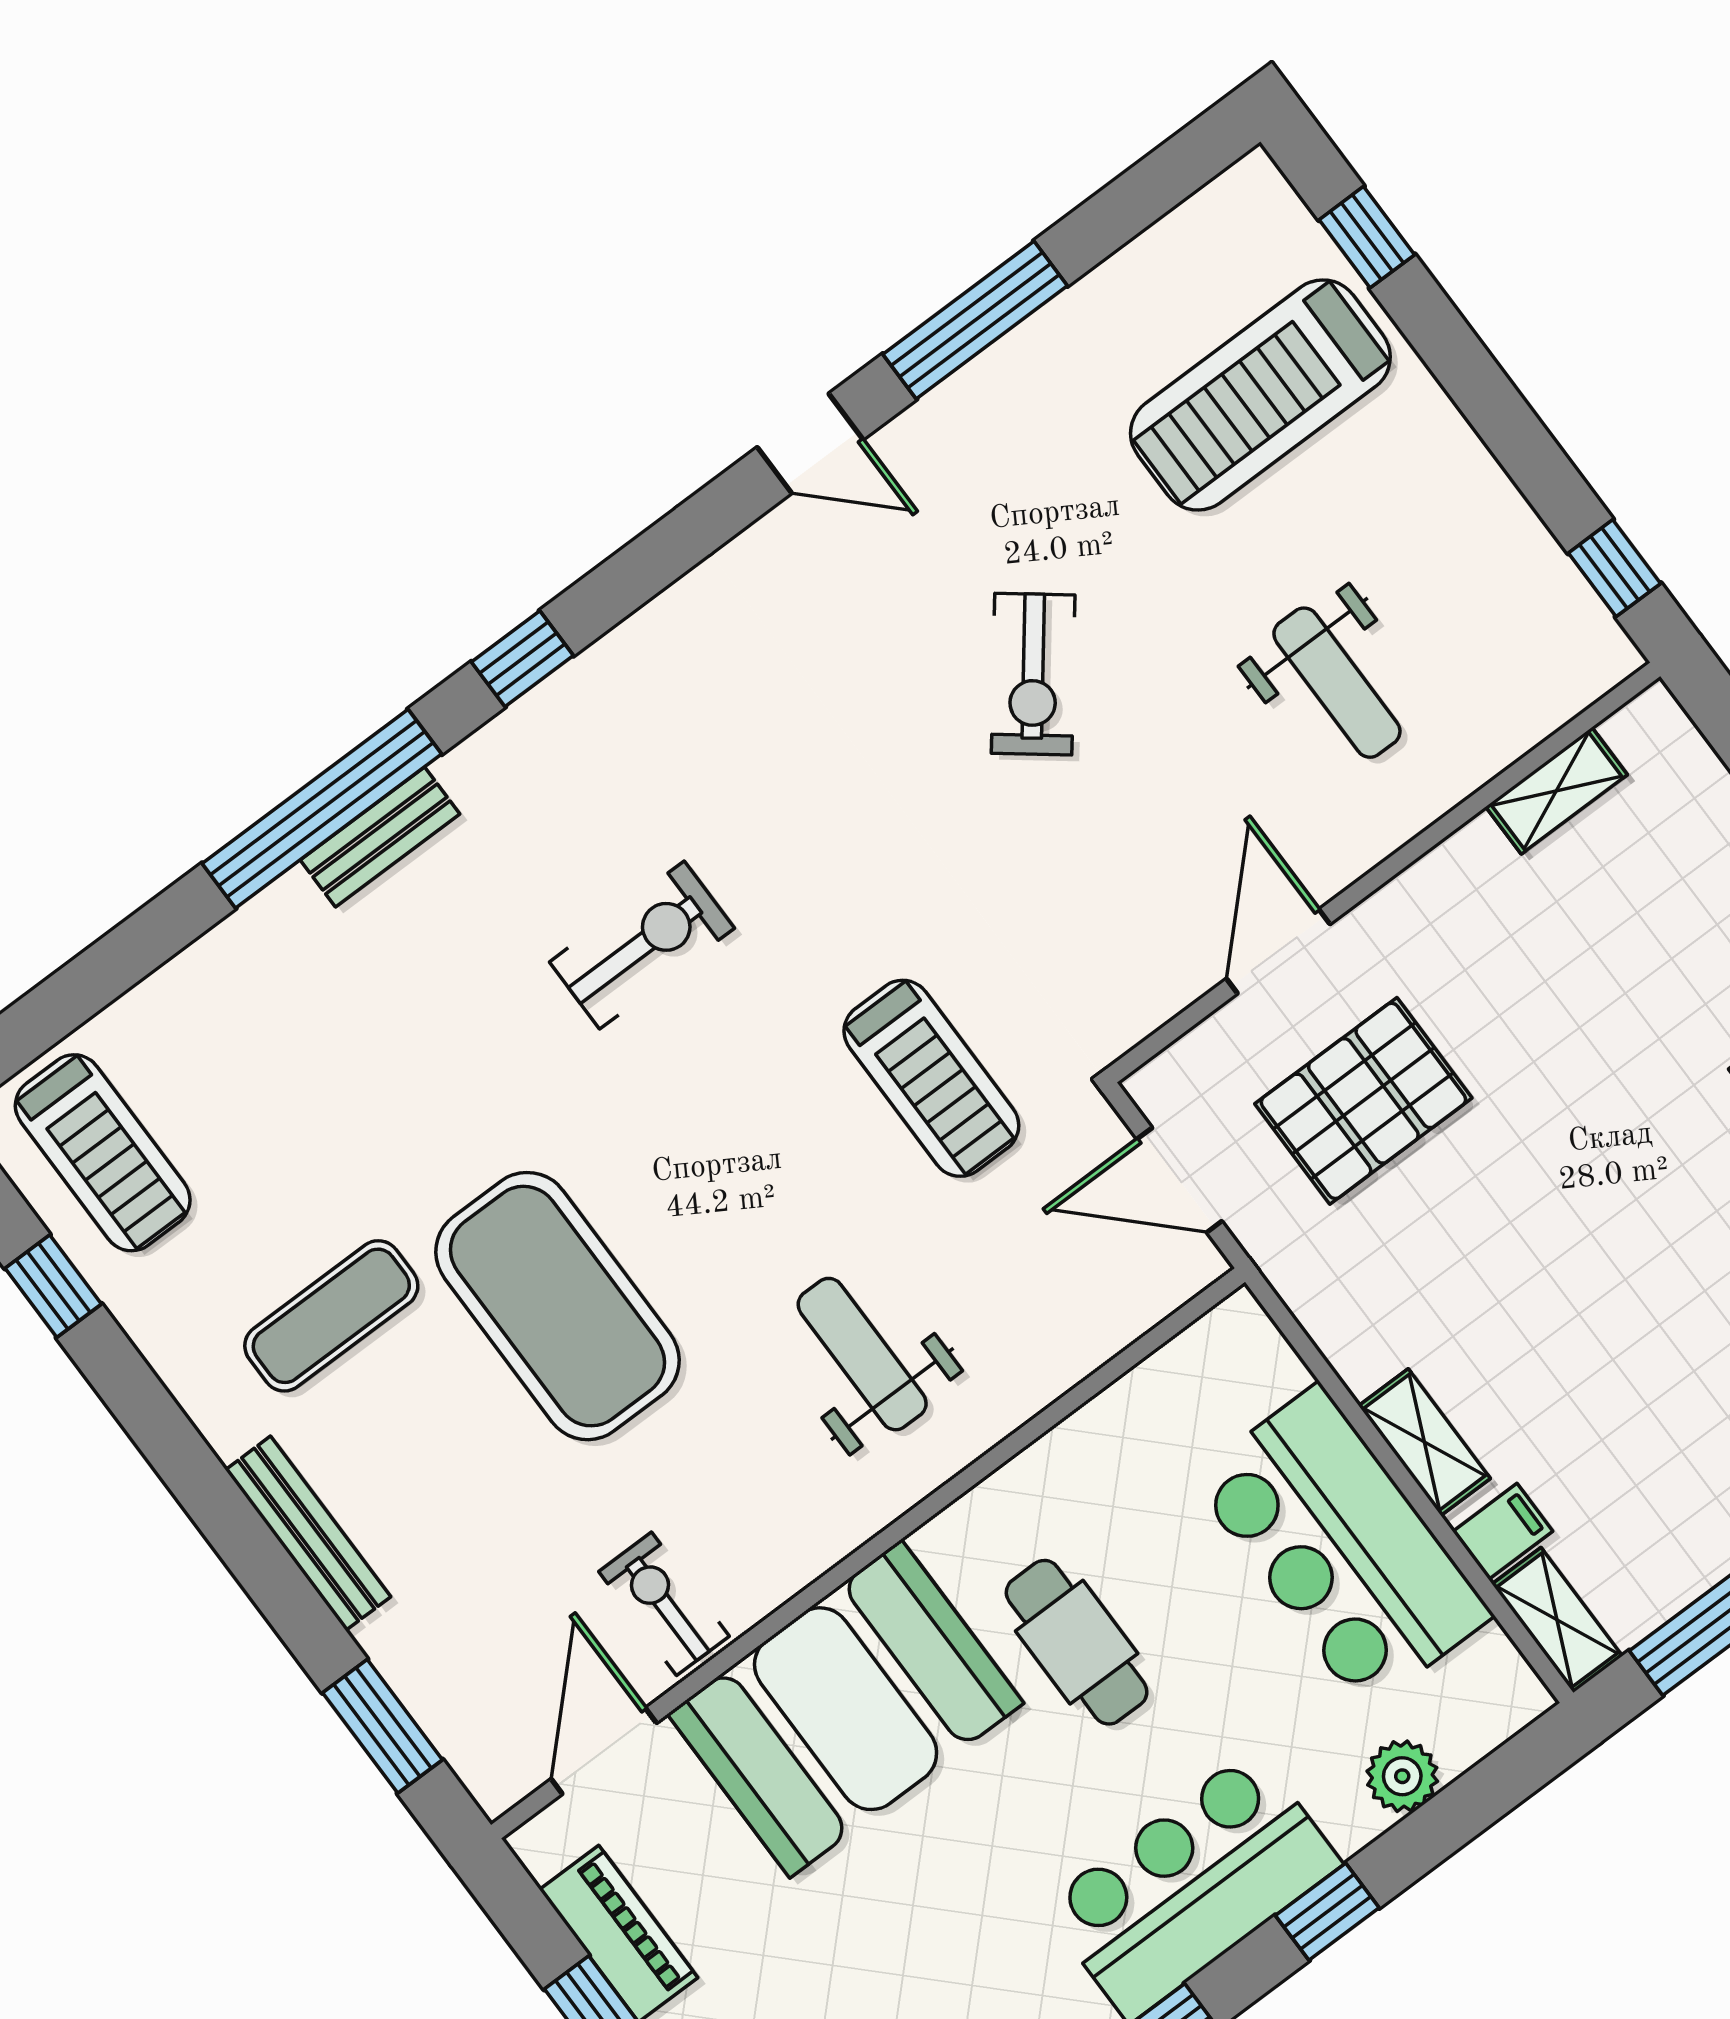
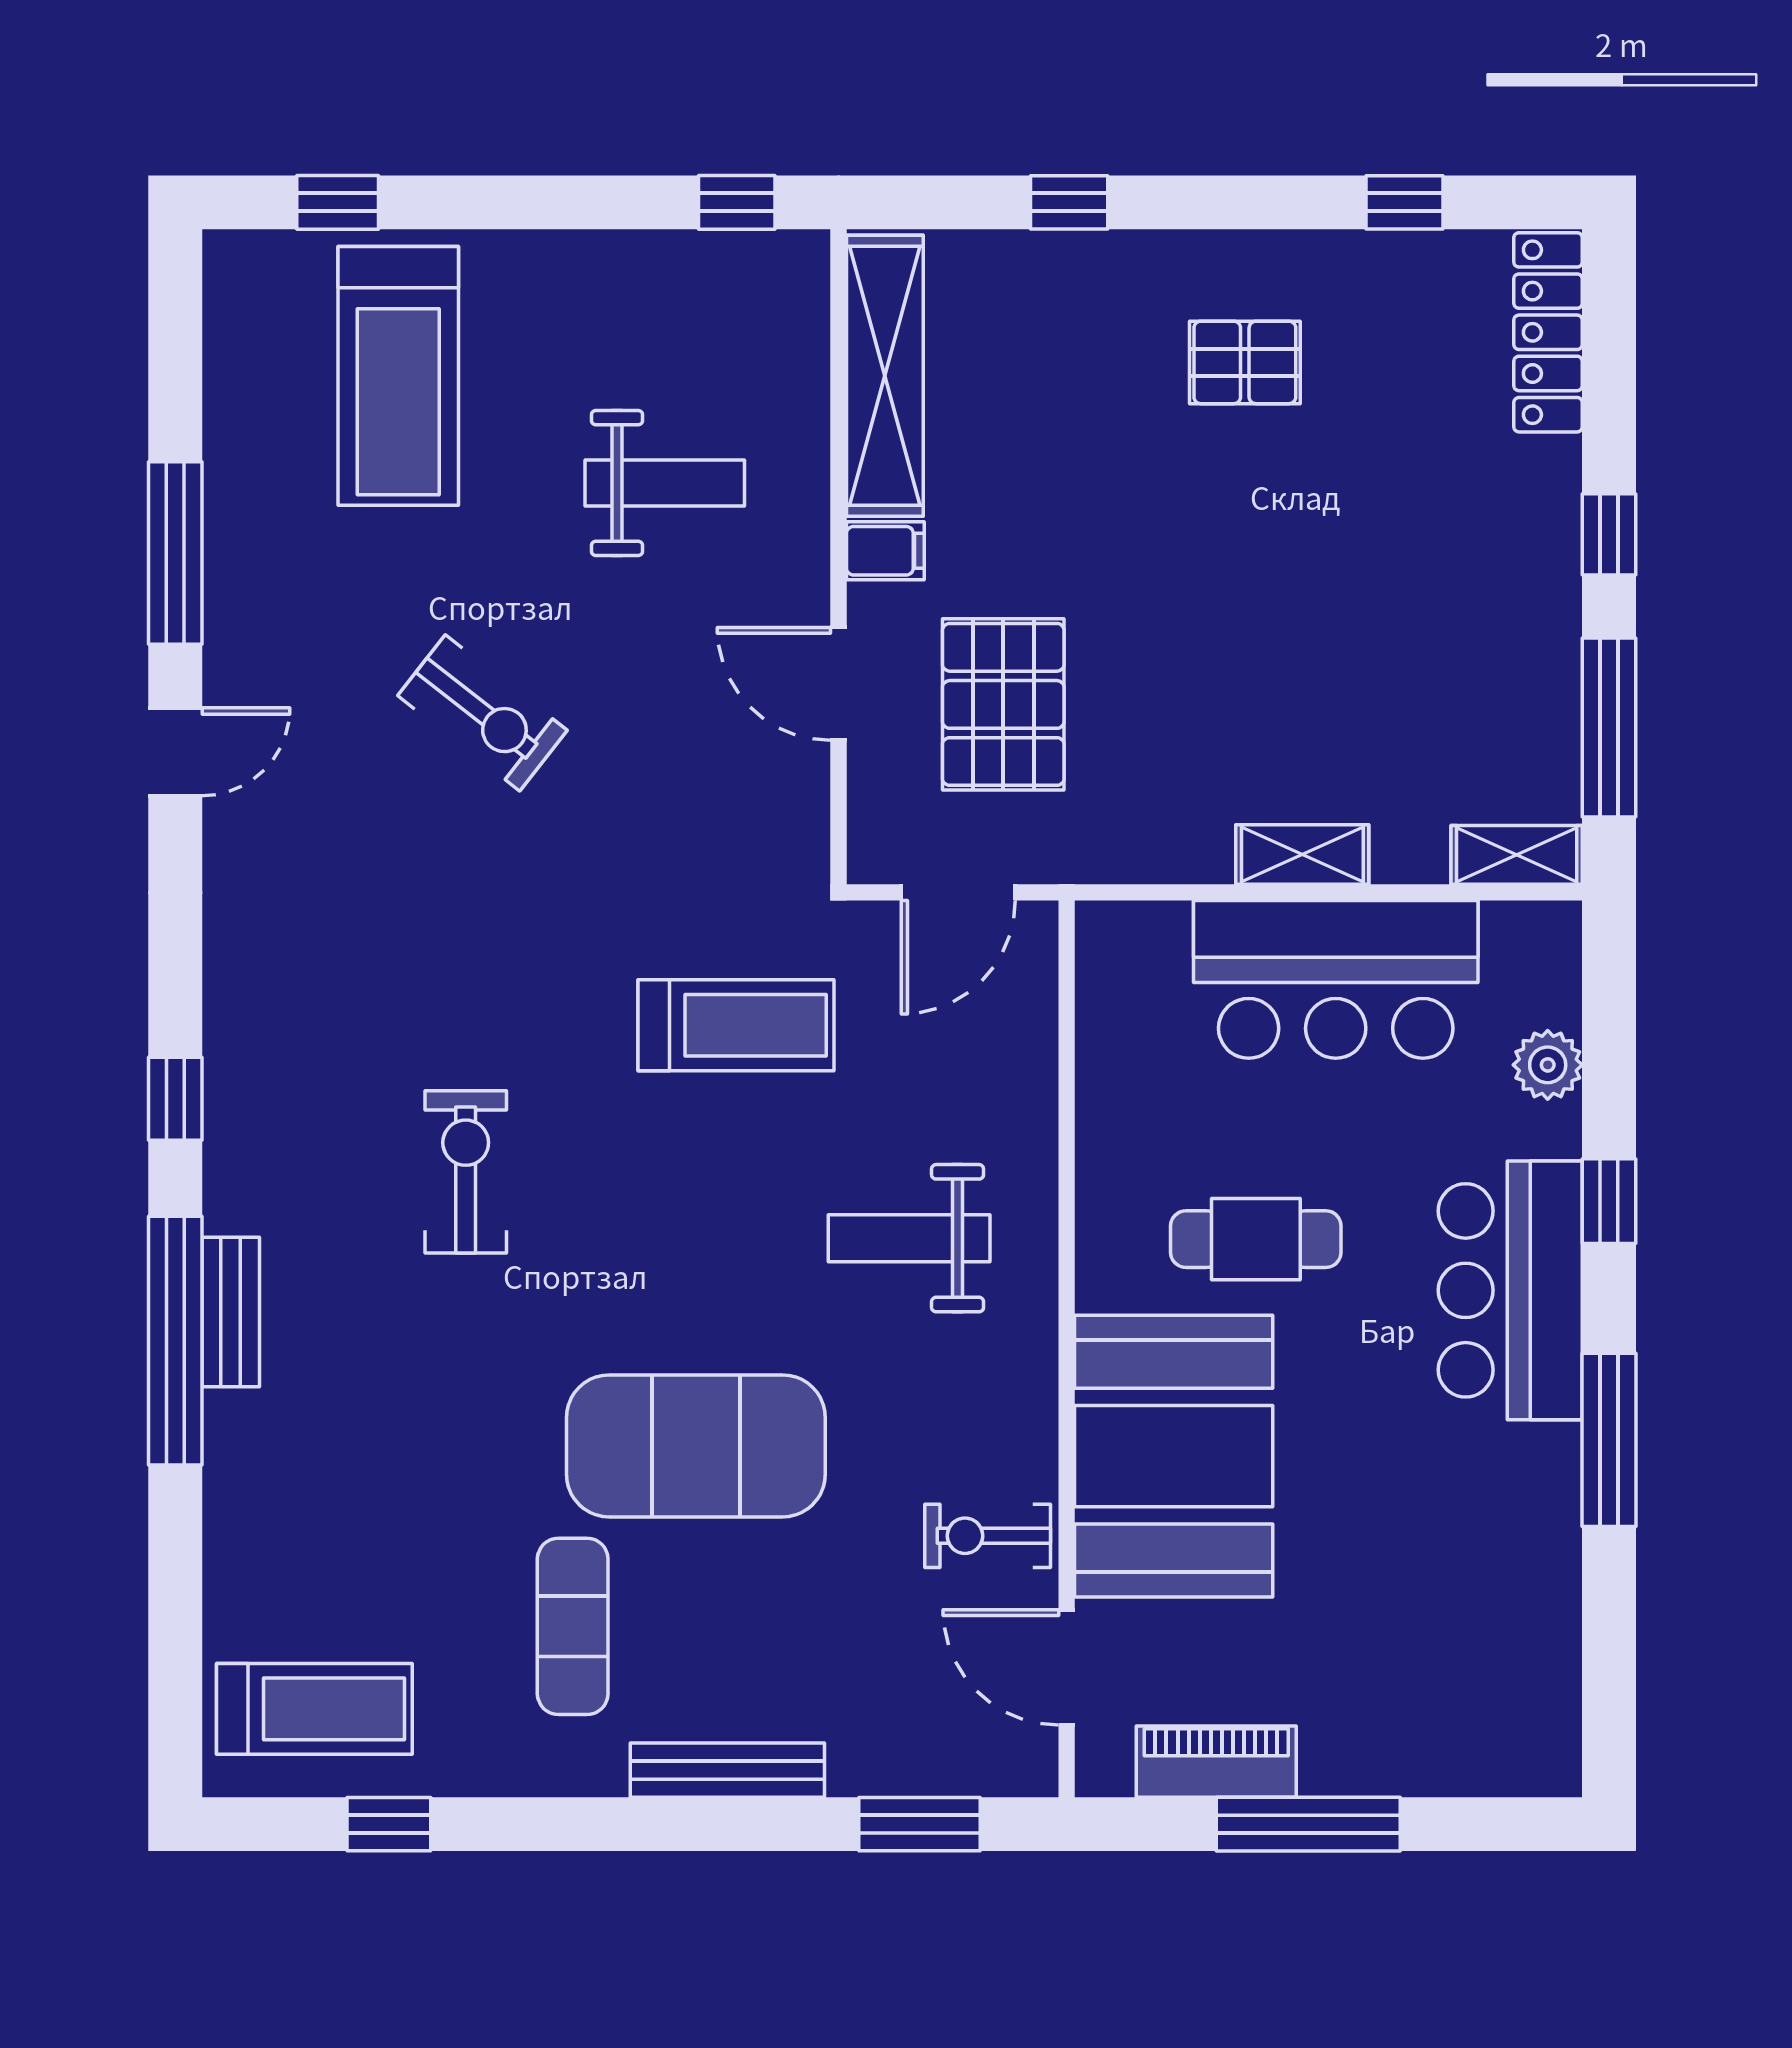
shelving: (1557, 791) -> (885, 376), width x2.20, depth x1.33
filing cabinet: (1503, 1531) -> (885, 551), moved, turned 90

